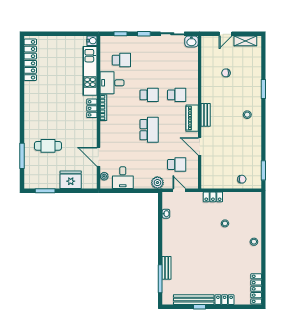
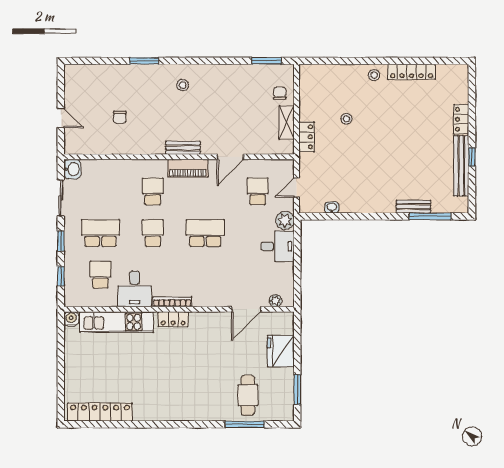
shelving: (245, 41) -> (287, 123), moved
school desk: (149, 60) -> (100, 233), added
cafe table: (48, 146) -> (248, 395), moved
desk: (123, 178) -> (278, 246), moved
locker: (256, 289) -> (412, 72), moved

